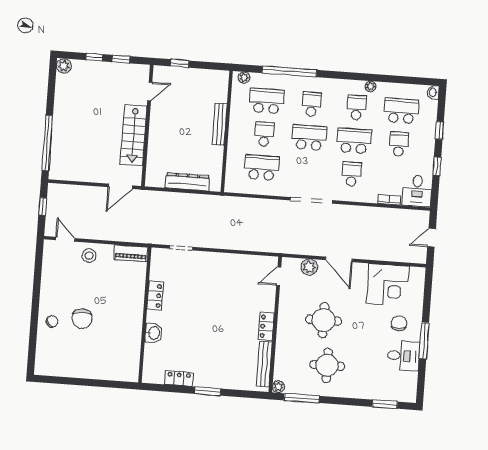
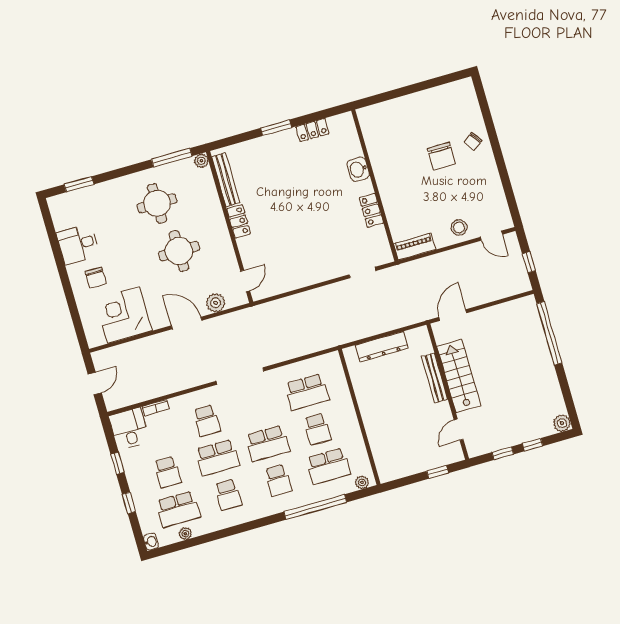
plant: (370, 86) -> (185, 534), moved
bench: (220, 124) -> (435, 378), moved
chair: (82, 319) -> (441, 156), turned 180
window: (424, 341) -> (62, 269), removed

